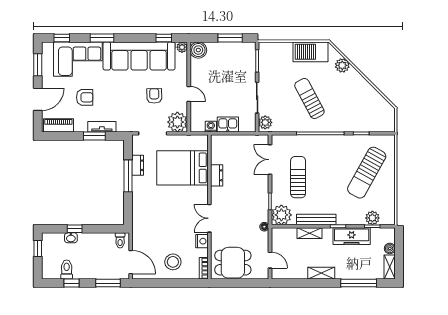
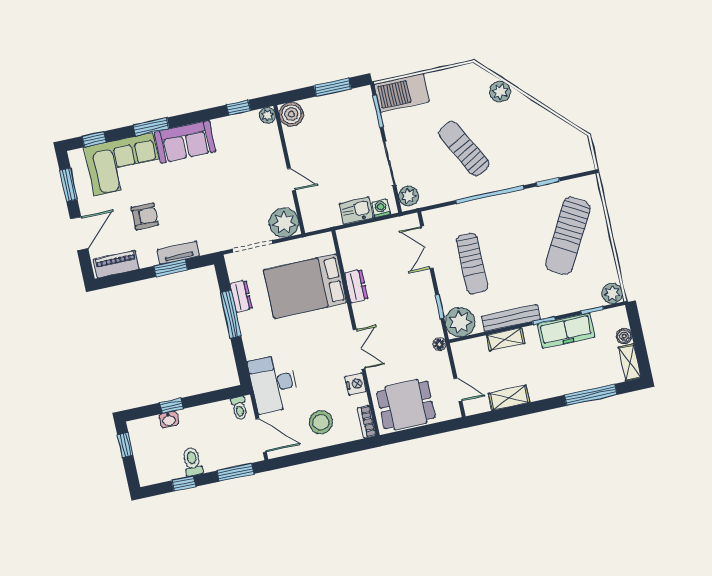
barbecue: (311, 52) -> (402, 93), moved
sofa: (139, 56) -> (185, 142), width x0.54, depth x0.79
armchair: (154, 96) -> (243, 193), removed
washing machine: (211, 127) -> (381, 208), moved
sun lounger: (298, 177) -> (472, 264), turned 180
double door: (209, 218) -> (359, 349), swing flipped
plant: (372, 218) -> (612, 294), moved
desk: (147, 229) -> (274, 384), added
toilet: (67, 270) -> (192, 462), moved
shelving: (321, 273) -> (509, 398), moved

